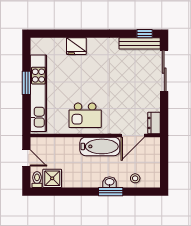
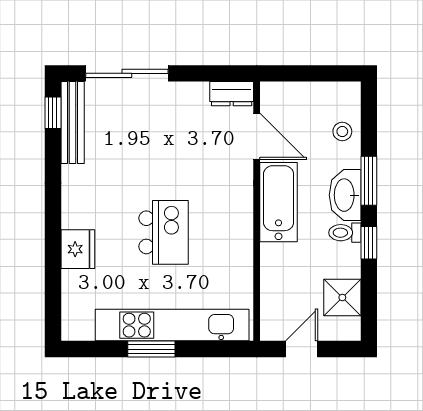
kitchen island: (85, 115) -> (164, 232), moved
toilet: (37, 180) -> (345, 233), moved
washbasin: (110, 182) -> (345, 195), width x1.91, depth x1.45
window: (80, 192) -> (369, 243), added

